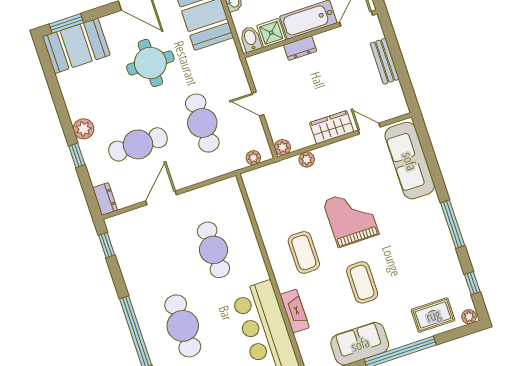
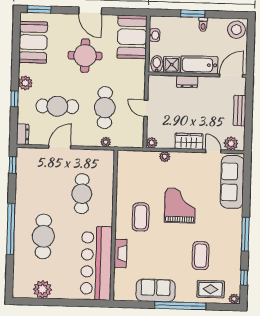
booth: (76, 46) -> (33, 42), moved, turned 90
plant: (389, 110) -> (231, 143), added
plant: (253, 158) -> (106, 142), moved
coffee table: (362, 282) -> (201, 256), moved

